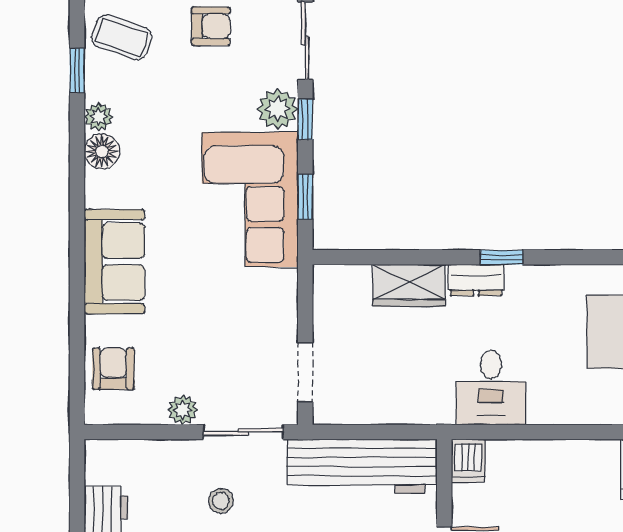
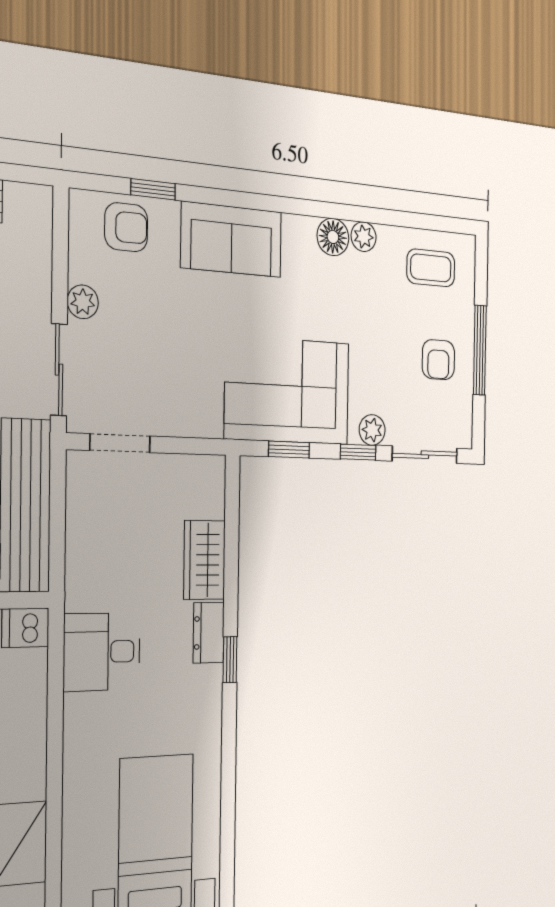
coffee table: (122, 37) -> (431, 268), turned 71
window: (77, 70) -> (153, 189), moved
plant: (278, 109) -> (372, 430), width x0.73, depth x0.73

